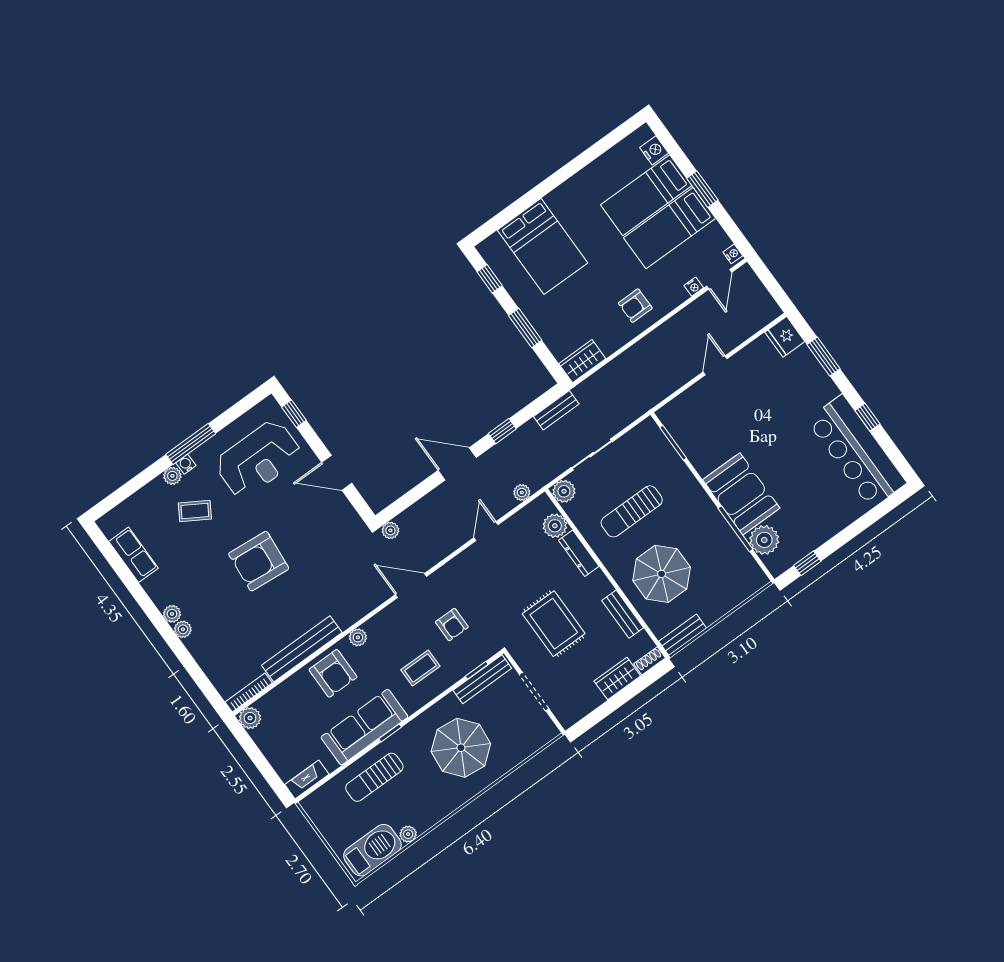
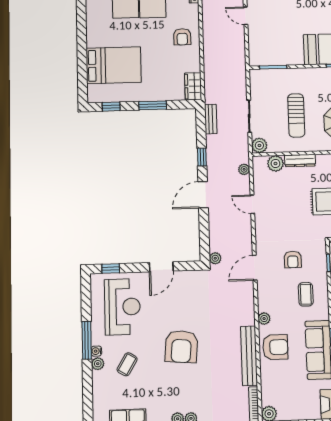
armchair: (452, 625) -> (293, 259), turned 90

